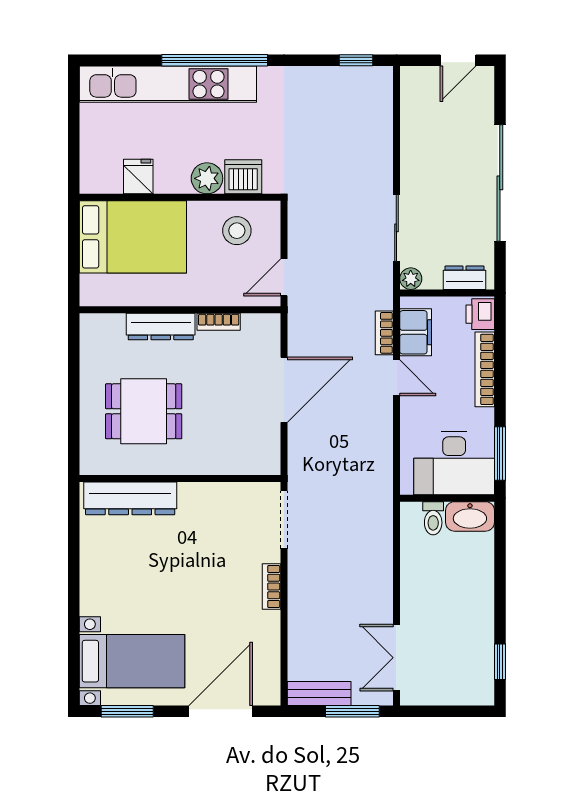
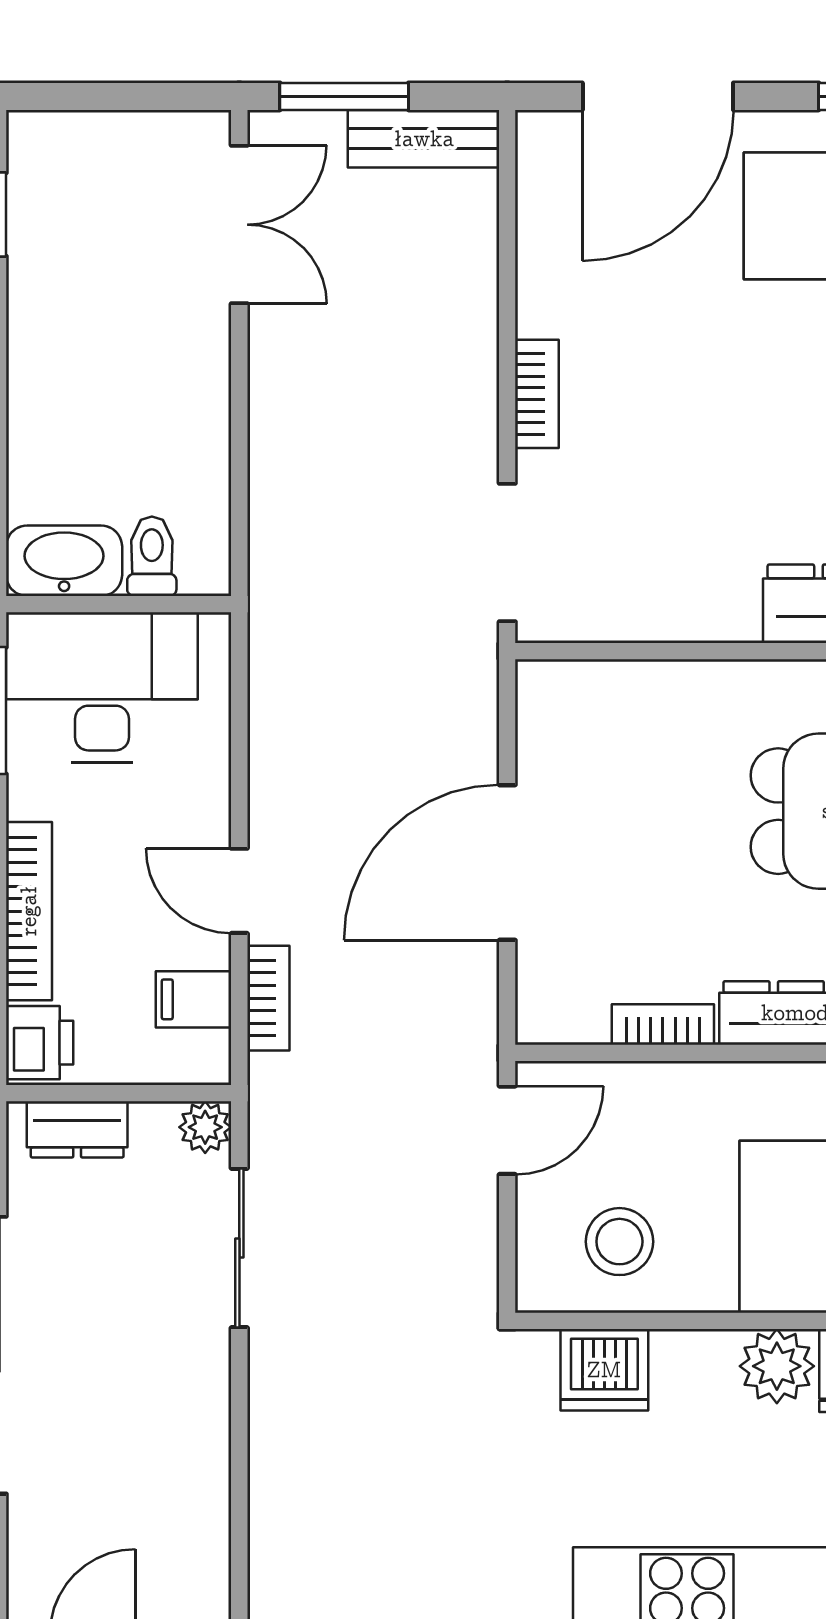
plant: (207, 178) -> (777, 1366), moved
filing cabinet: (416, 332) -> (194, 999), width x0.50

